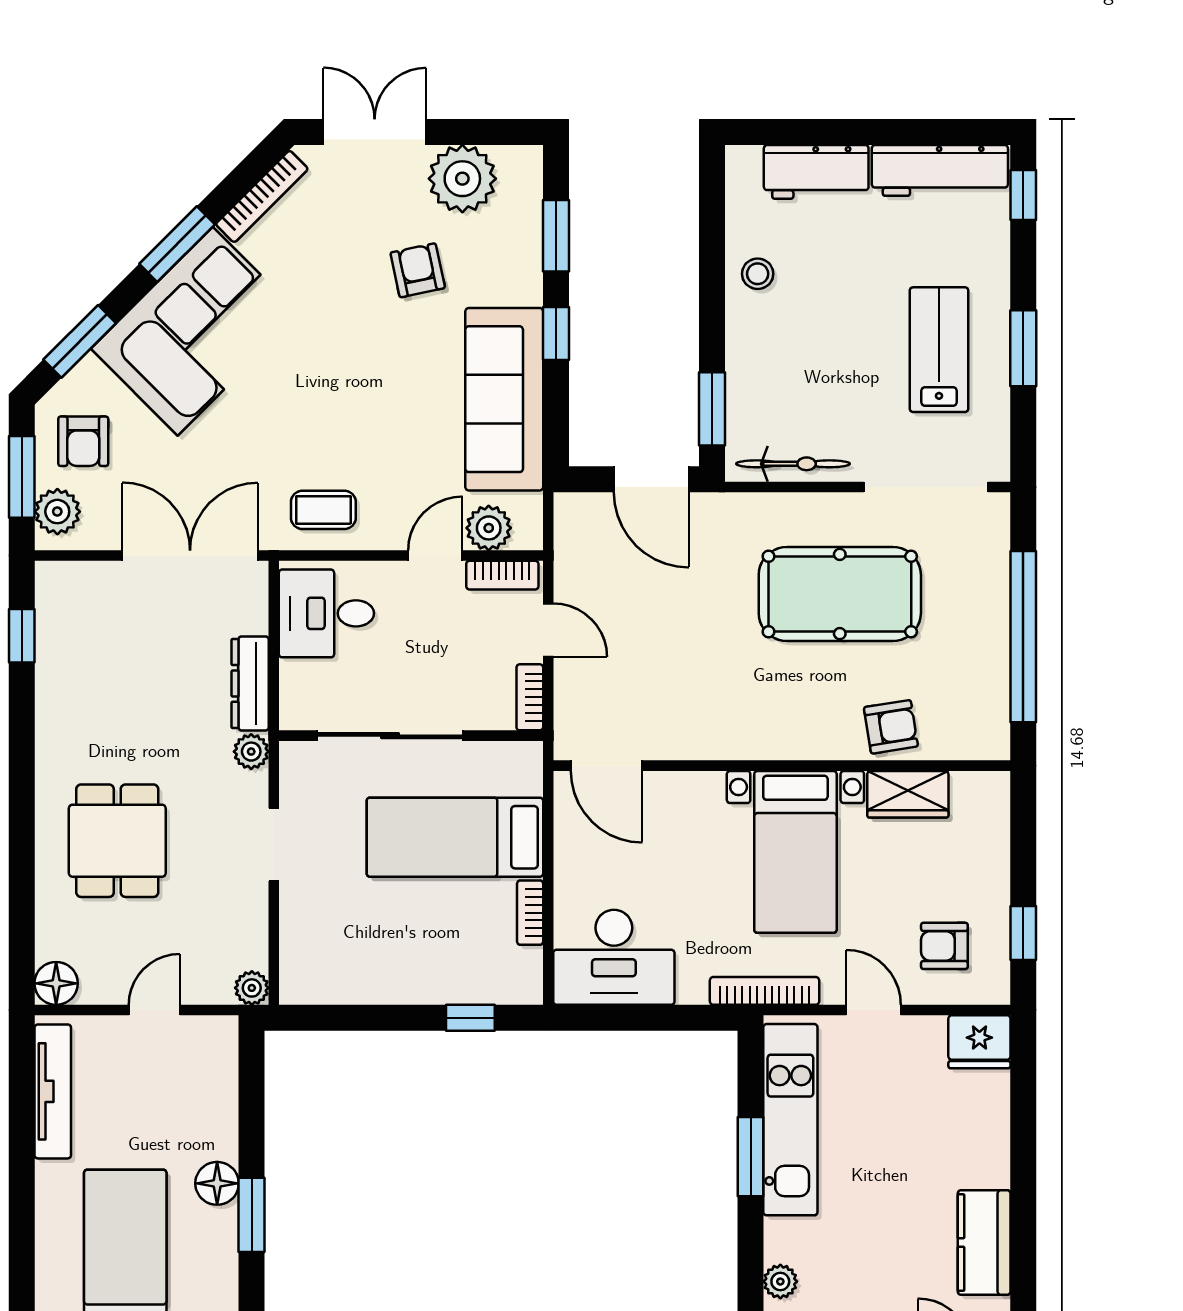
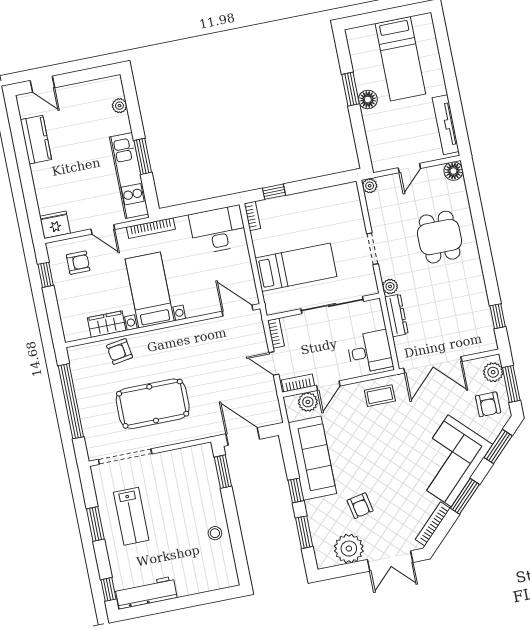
workbench: (816, 172) -> (199, 582), removed
armchair: (83, 441) -> (488, 404), turned 180
bicycle: (793, 464) -> (184, 455), removed
bookcase: (530, 913) -> (252, 216), moved

